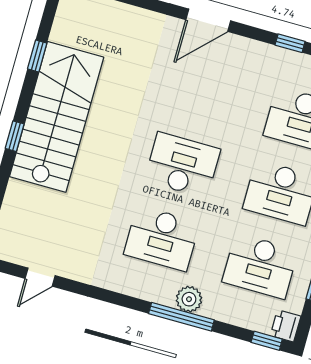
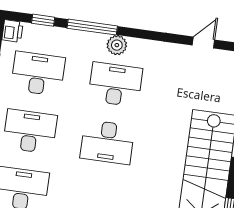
plant: (189, 299) -> (117, 45), moved
window: (267, 341) -> (43, 20), moved

